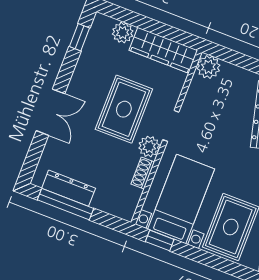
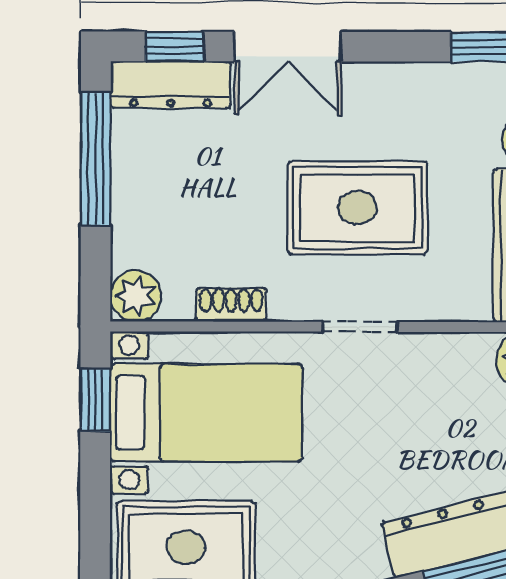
plant: (149, 147) -> (136, 296), moved
window: (33, 156) -> (174, 46), added
dresser: (69, 188) -> (171, 85), moved, turned 90

